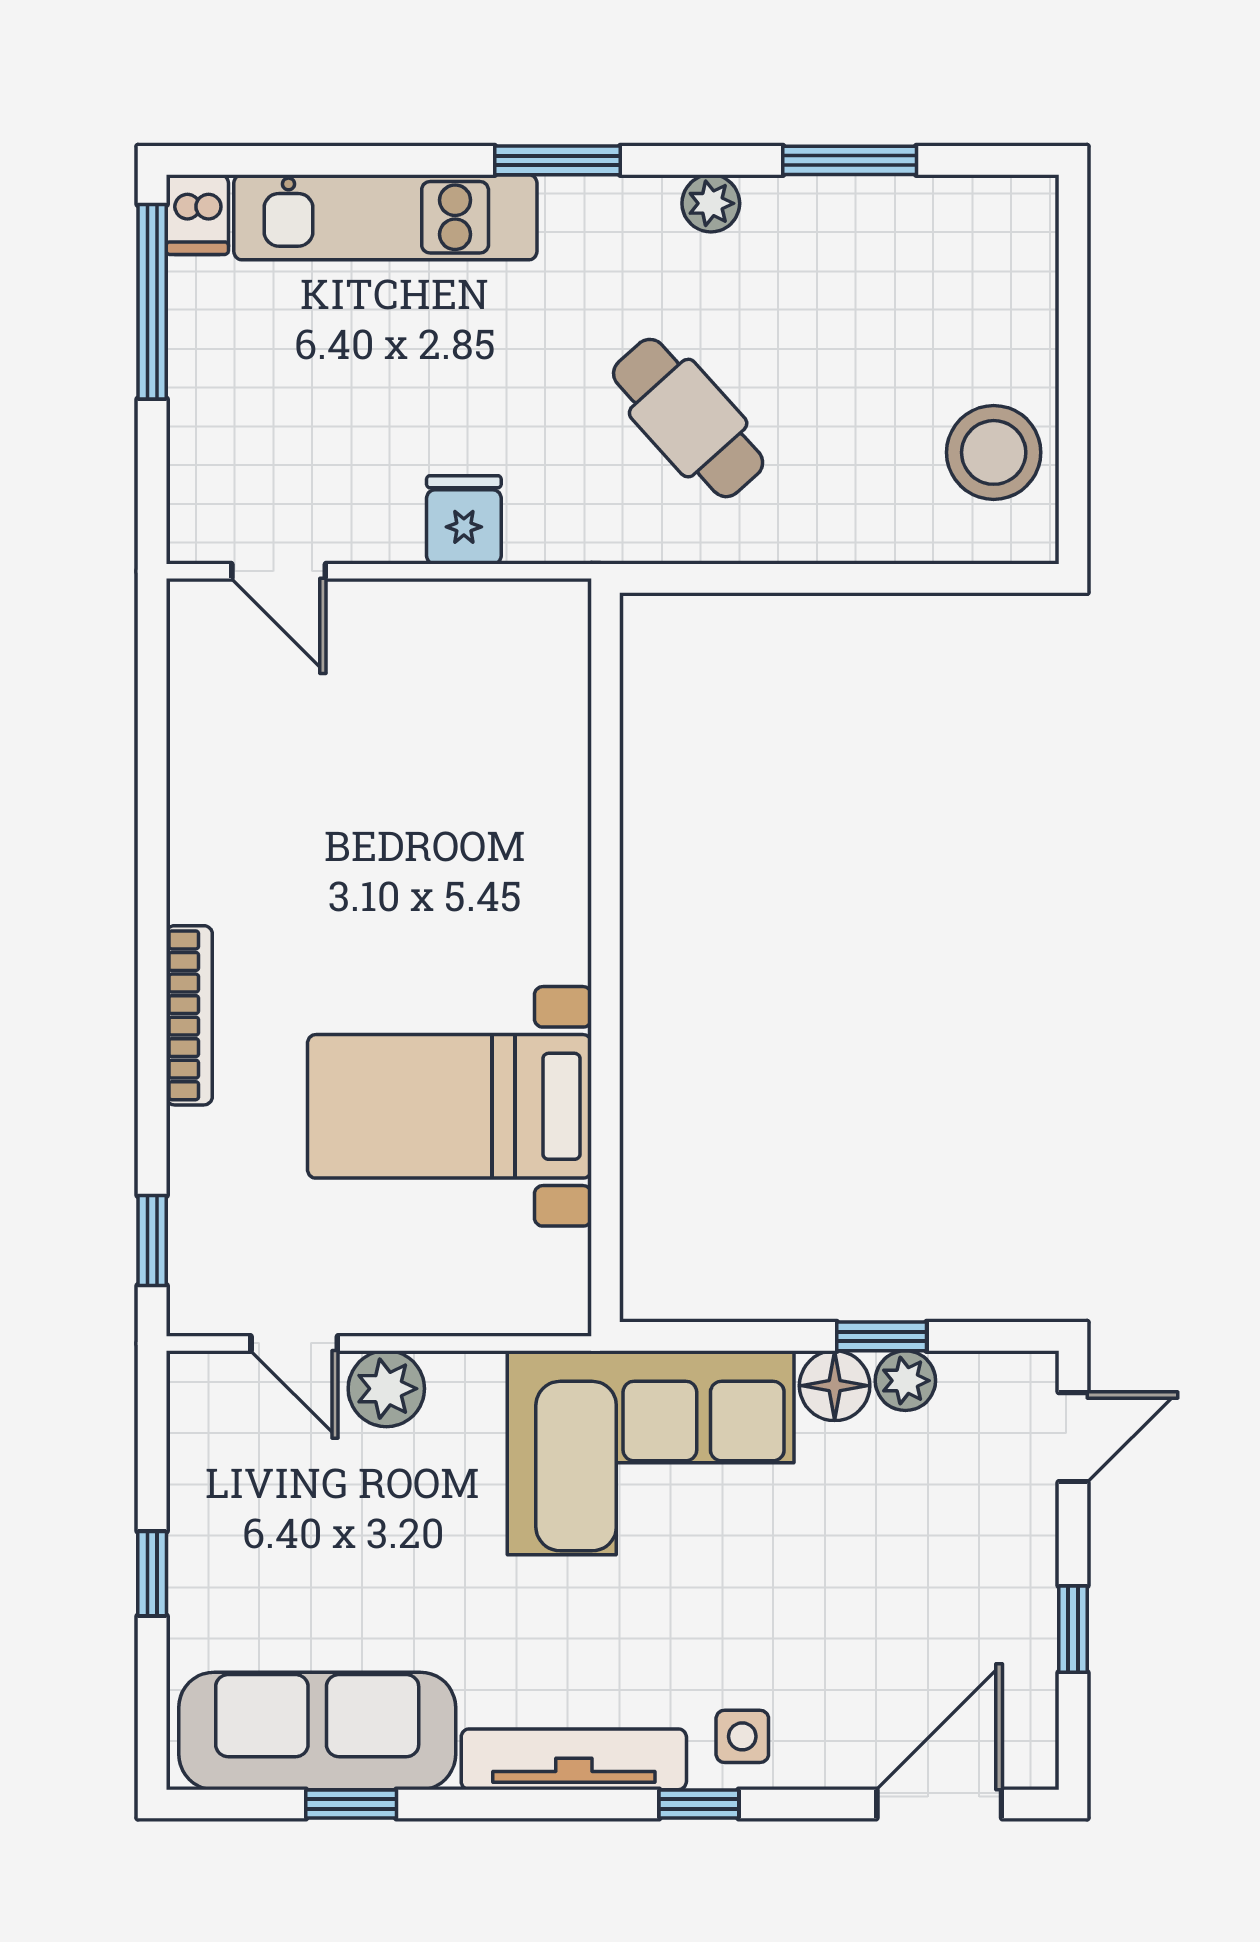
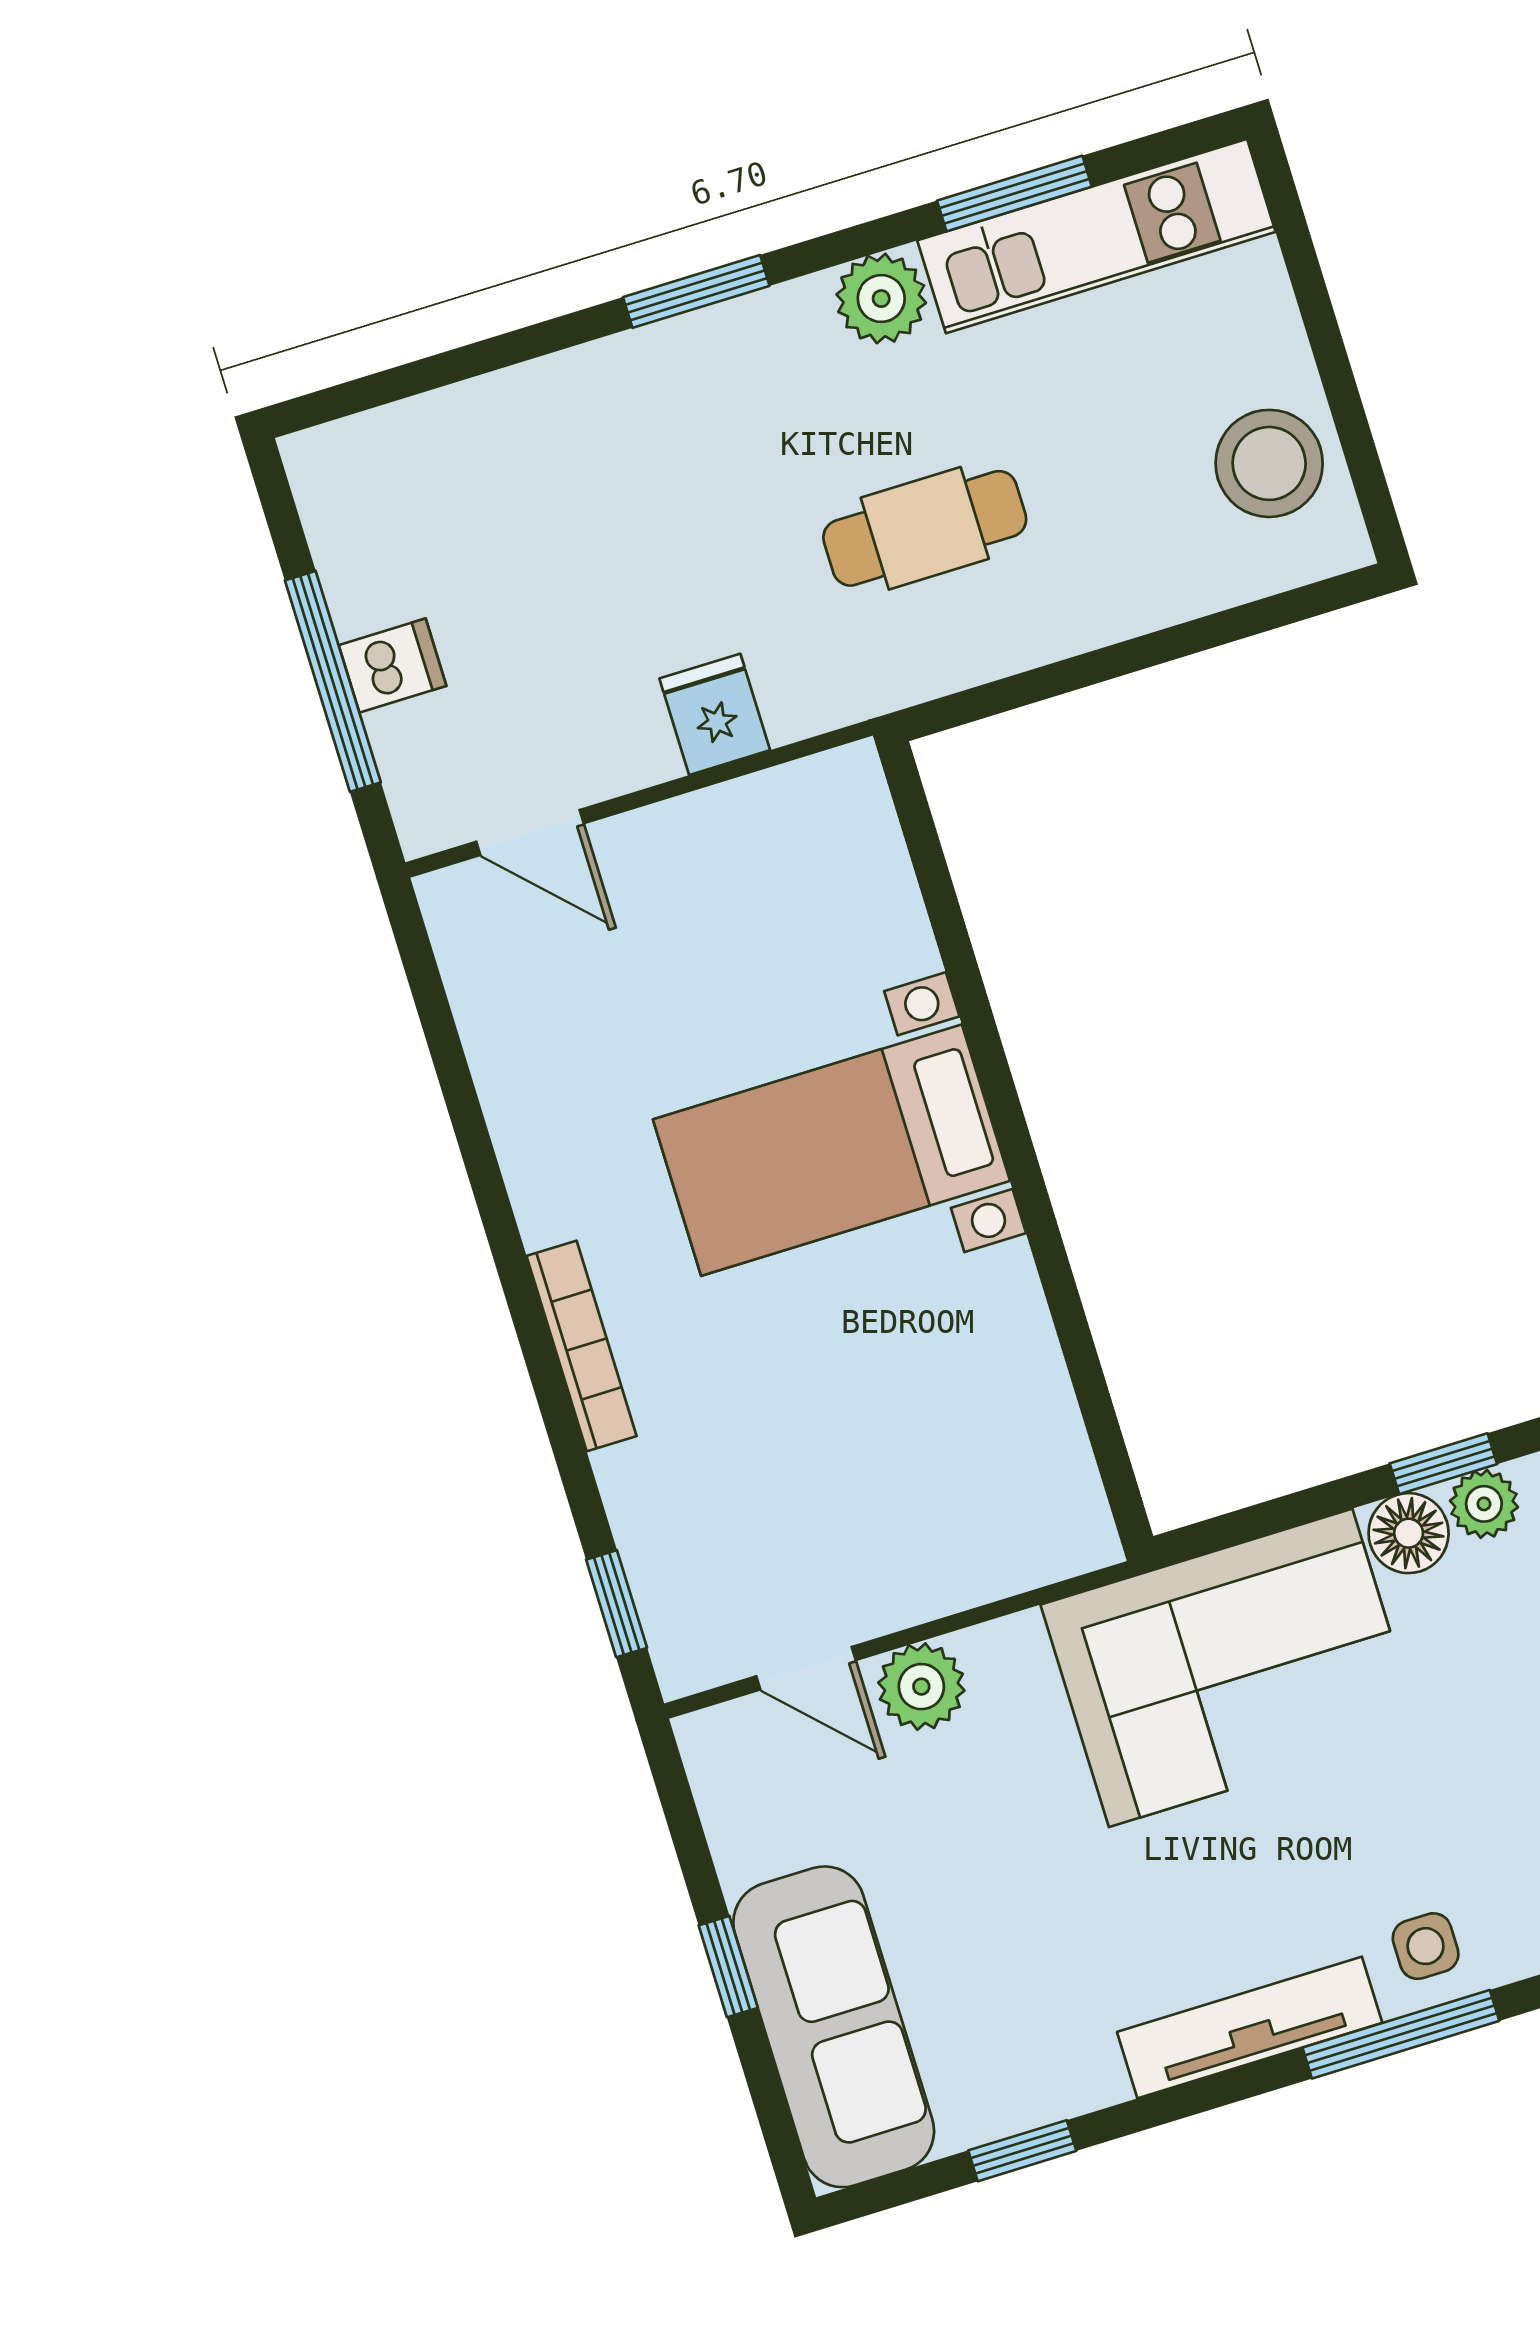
plant: (711, 203) -> (881, 299), width x1.38, depth x1.38
dishwasher: (197, 215) -> (393, 666), moved, turned -90
kitchen unit: (385, 217) -> (1096, 236), moved
window: (152, 302) -> (333, 681), moved
cafe table: (688, 418) -> (925, 528), turned -48
bed with nightstands: (449, 1106) -> (832, 1150), moved
sofa: (317, 1731) -> (834, 2027), moved, turned 90
window: (699, 1804) -> (1401, 2034), width x2.17

